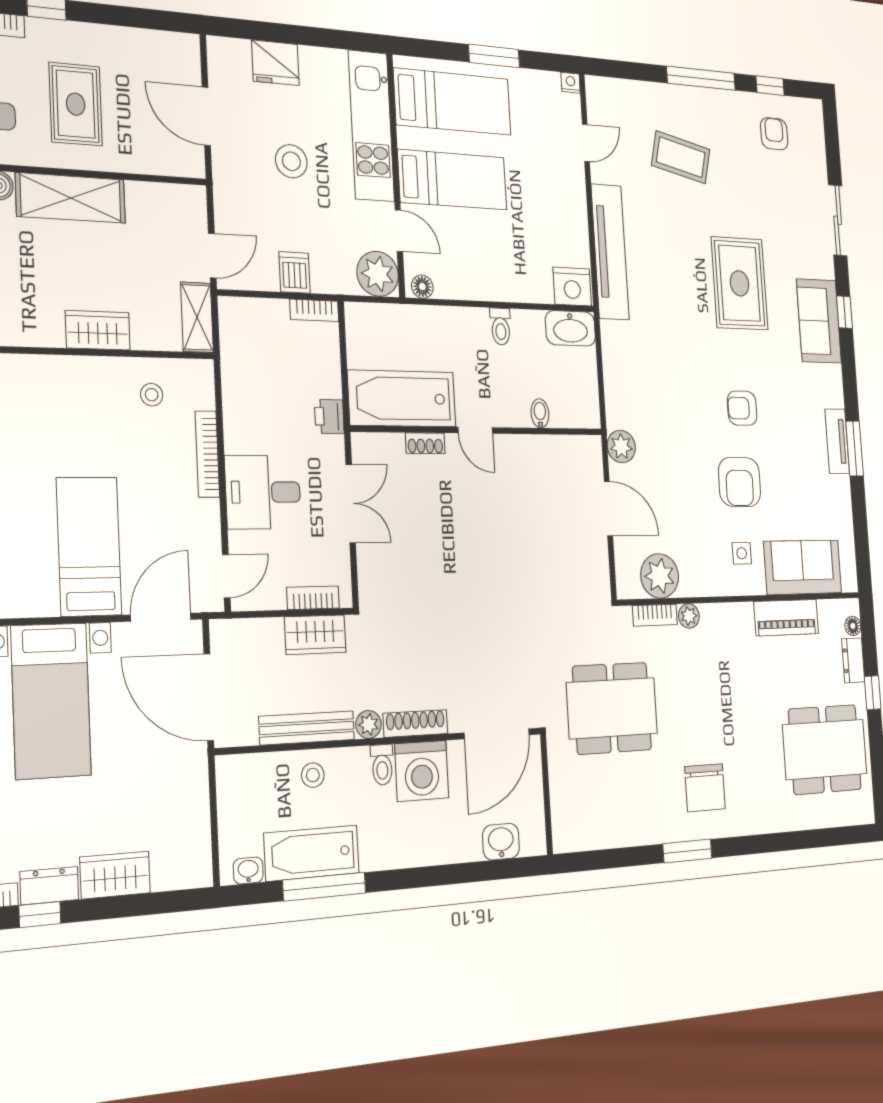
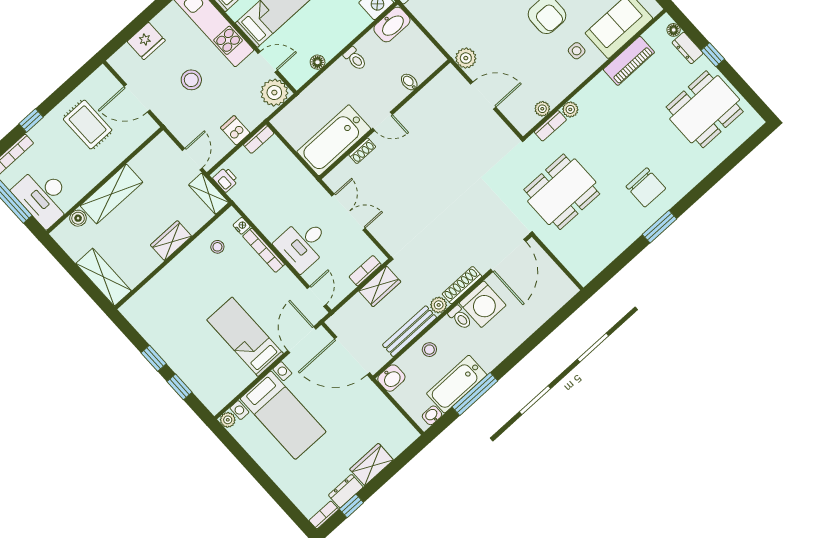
rug: (76, 104) -> (88, 125), moved
floor lamp: (422, 287) -> (318, 62), moved
nightstand: (205, 397) -> (242, 226), added
printer: (329, 416) -> (226, 180), moved, turned 180
plant: (660, 576) -> (542, 109), width x0.53, depth x0.53
washbasin: (501, 842) -> (391, 378), moved, turned 180

